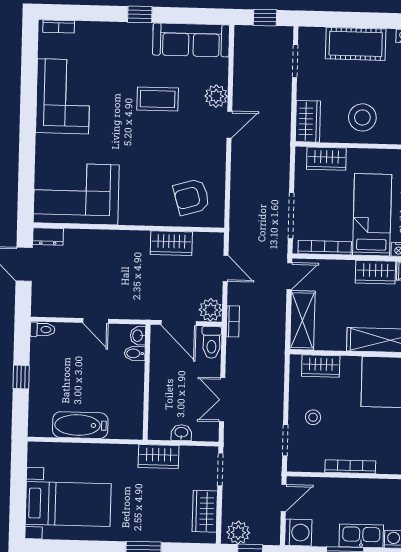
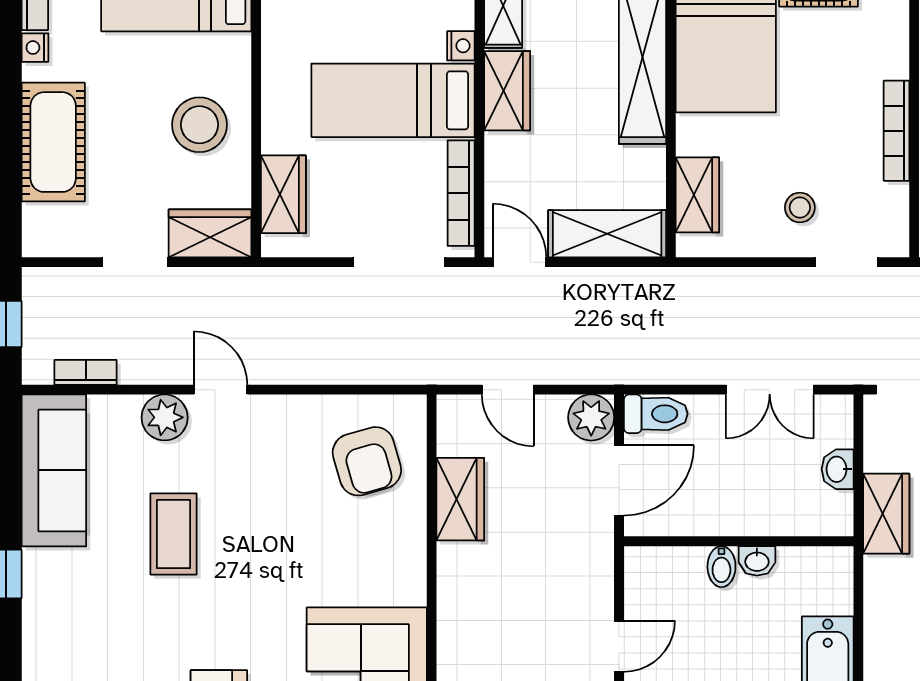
doorway: (295, 61) -> (135, 262), moved
door: (226, 268) -> (508, 390), swing flipped
bookcase: (233, 321) -> (86, 372), moved
washbasin: (138, 336) -> (757, 561), moved
bidet: (135, 353) -> (721, 567), moved

